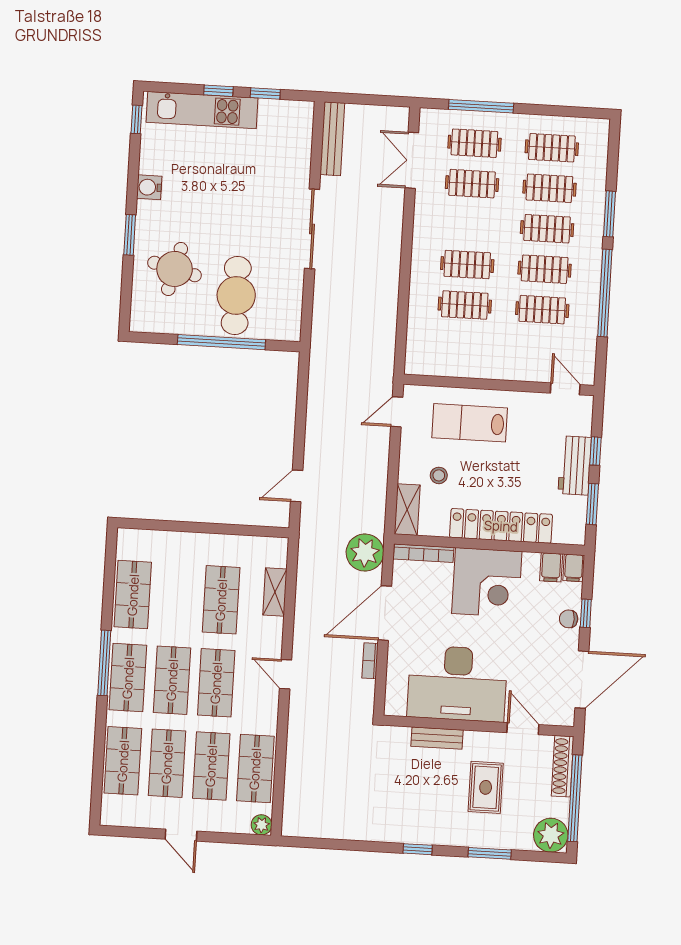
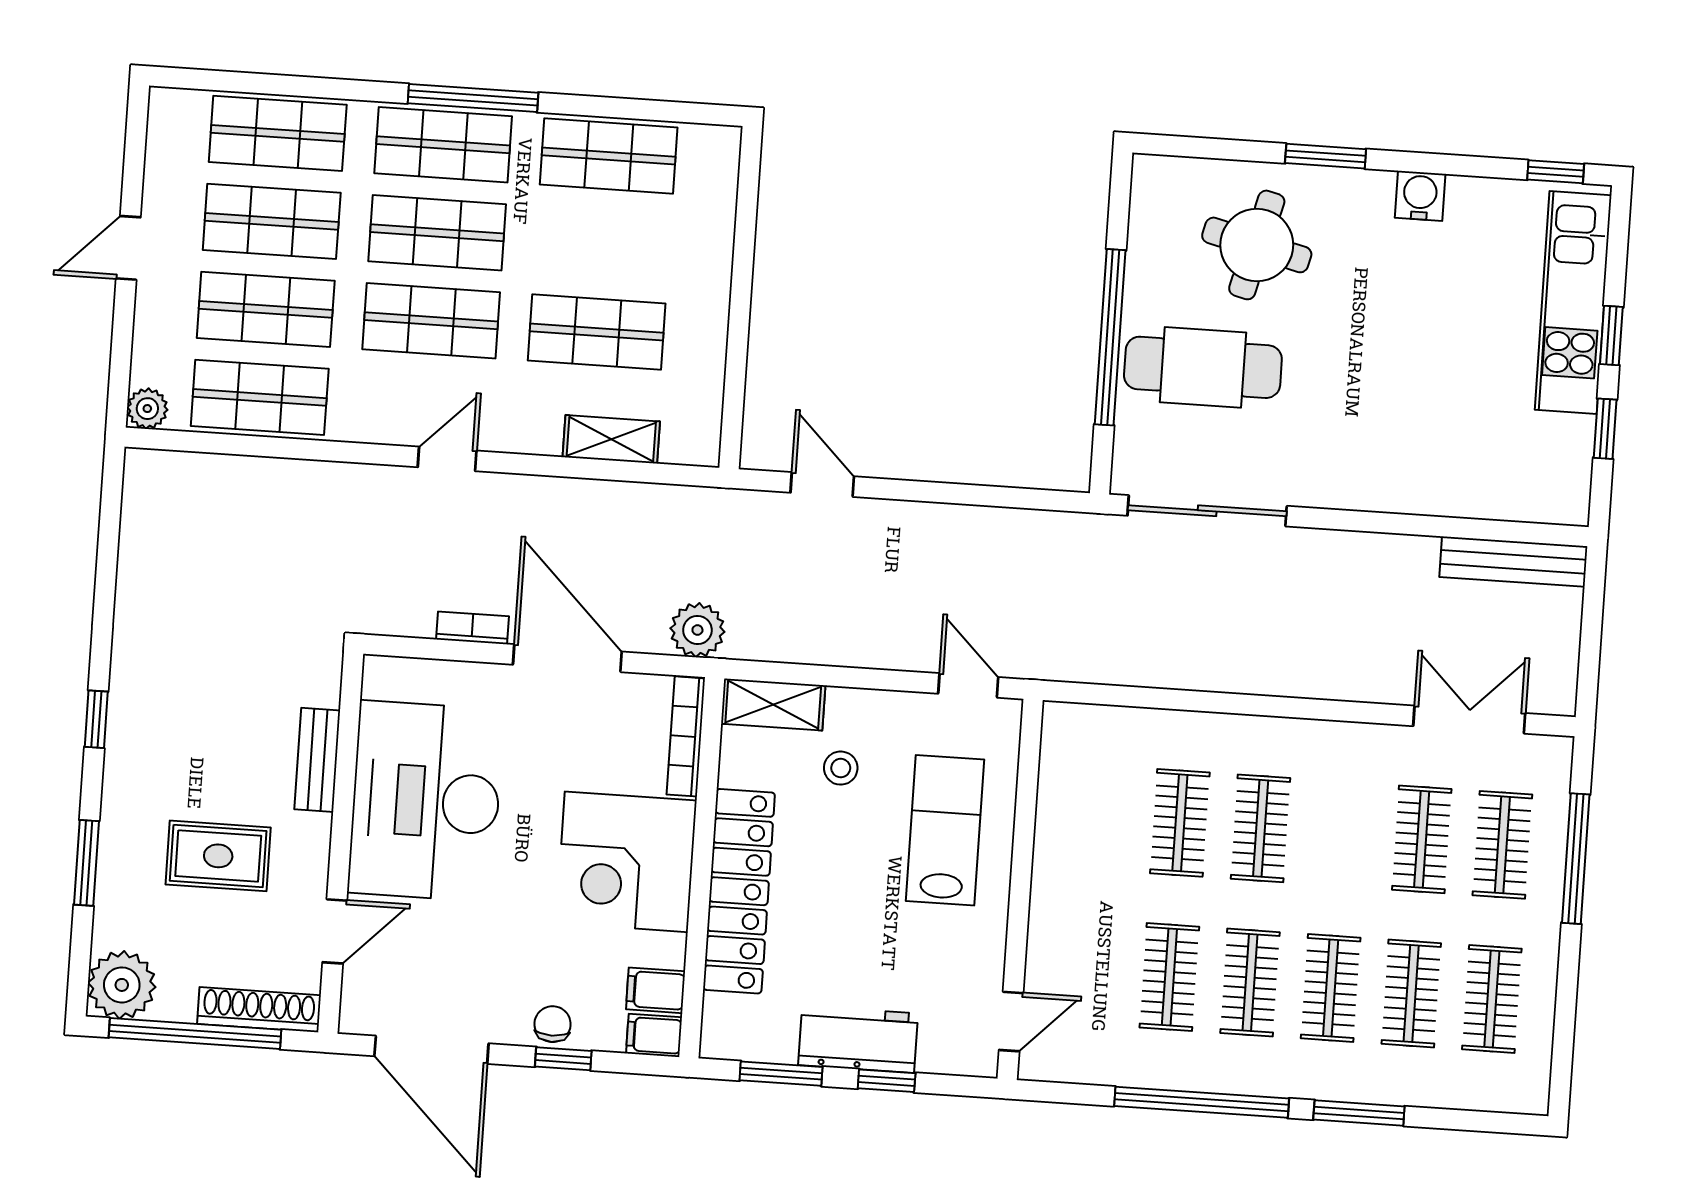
sliding door: (312, 229) -> (1207, 511), moved
plant: (365, 553) -> (697, 630), width x0.73, depth x0.73

